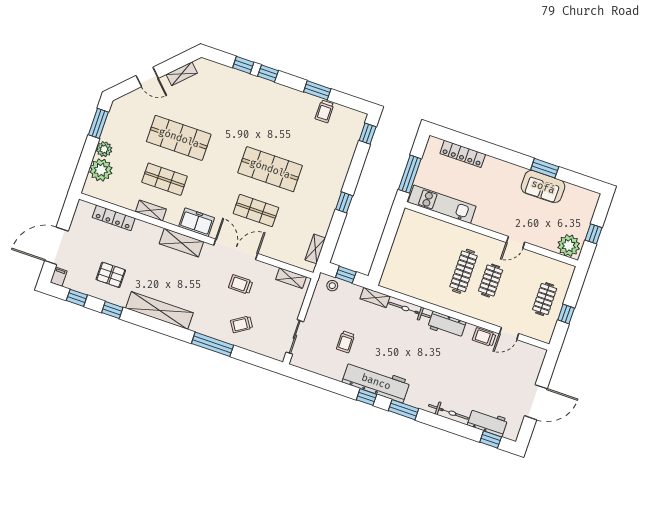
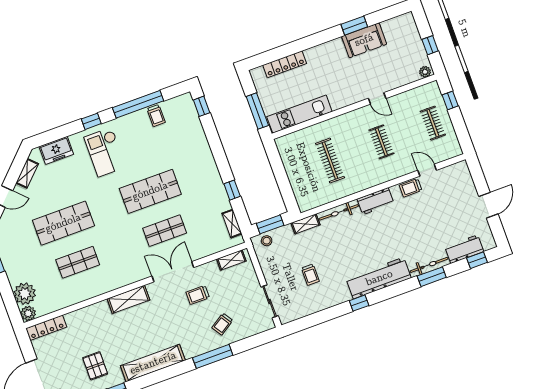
window: (243, 65) -> (68, 130), removed
window: (317, 90) -> (138, 104), width x2.11
checkout: (259, 108) -> (105, 152), added
plant: (104, 149) -> (28, 313), moved
window: (344, 202) -> (232, 190), moved
shelving: (151, 210) -> (86, 294), removed
locker: (114, 218) -> (46, 328), moved
freezer: (197, 222) -> (56, 150), moved, turned 180
door: (516, 242) -> (377, 98), hinge flipped
plant: (569, 246) -> (425, 72), width x0.53, depth x0.53
clothes rail: (463, 271) -> (330, 161), moved
pallet: (111, 275) -> (95, 366), turned 90
window: (346, 275) -> (270, 224), width x1.50
window: (566, 314) -> (450, 100), moved
door: (509, 334) -> (427, 170), swing flipped
workbench: (376, 382) -> (379, 278), moved
door: (536, 402) -> (488, 205), width x0.73
window: (403, 410) -> (432, 277), moved

